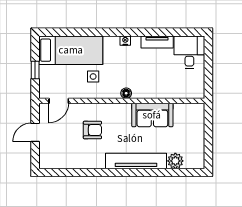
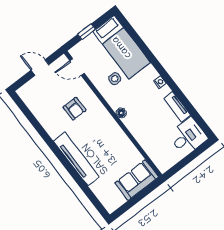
sofa: (152, 115) -> (137, 180), moved, turned 90
plant: (175, 161) -> (99, 188), removed

